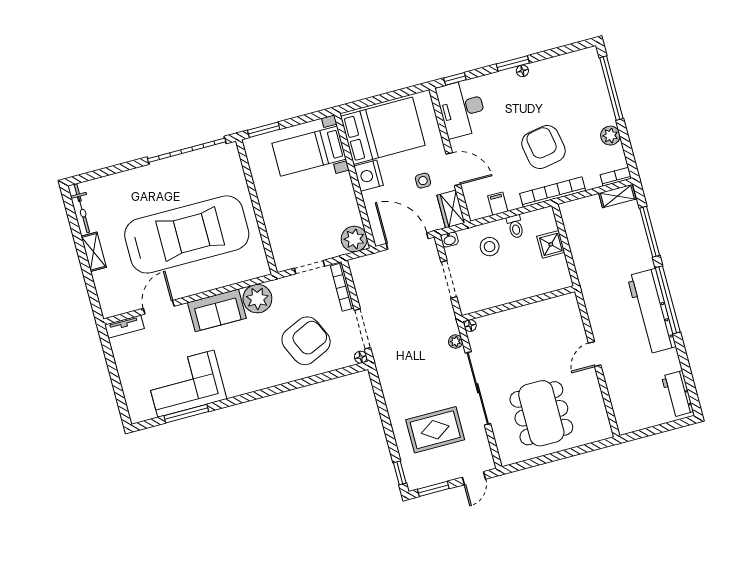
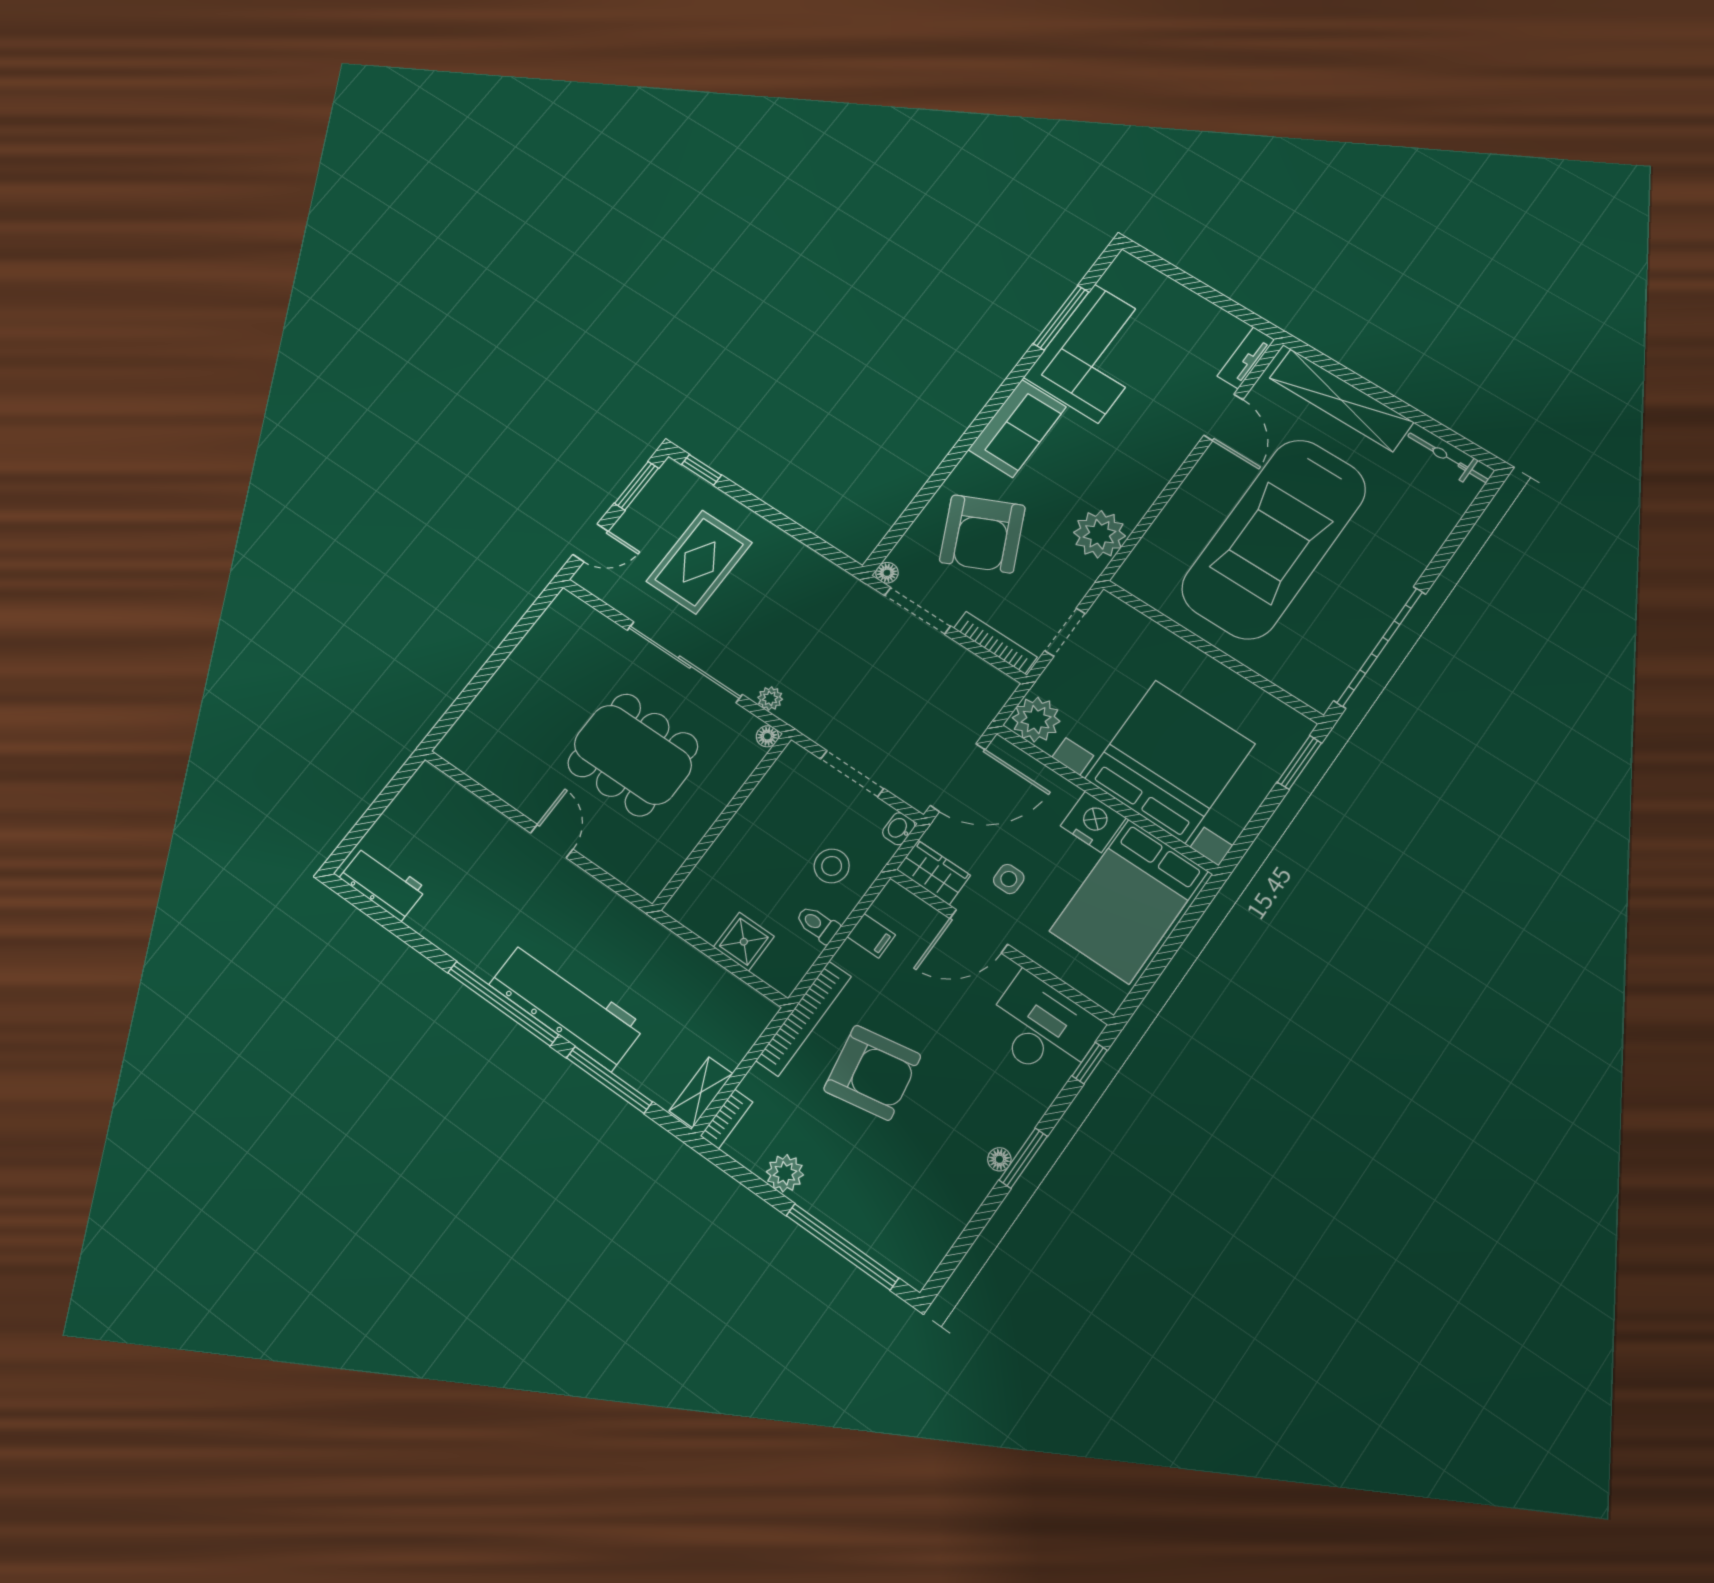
bed with nightstands: (309, 151) -> (1170, 761), width x1.85
shelving: (94, 252) -> (1341, 400), width x2.20, depth x1.33
sofa: (217, 310) -> (1017, 428), moved, turned 180
workbench: (652, 311) -> (567, 1005), moved
dining table: (541, 413) -> (633, 755), moved
door: (474, 478) -> (591, 543), swing flipped

